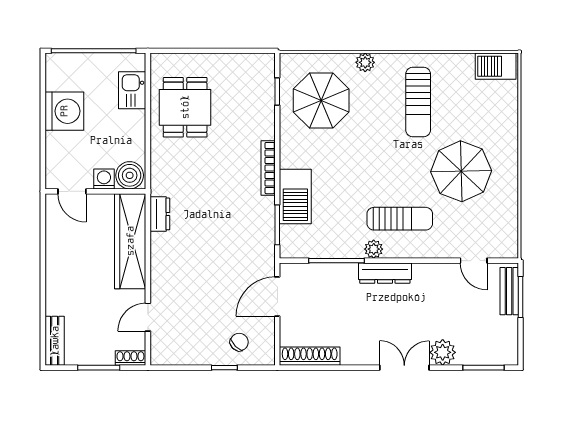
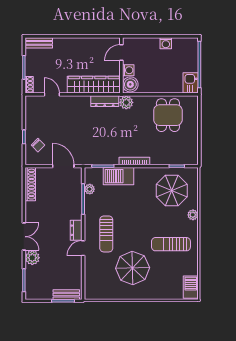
kitchen sink: (132, 90) -> (191, 83), moved, turned -90
dining table: (185, 107) -> (168, 115), turned 90
washing machine: (64, 111) -> (166, 43), width x0.53, depth x0.53
plant: (162, 183) -> (126, 102), added
dresser: (160, 214) -> (105, 101), width x1.44
plant: (374, 249) -> (90, 189), moved
door: (474, 261) -> (83, 248), moved
dresser: (385, 273) -> (76, 230), width x0.70

